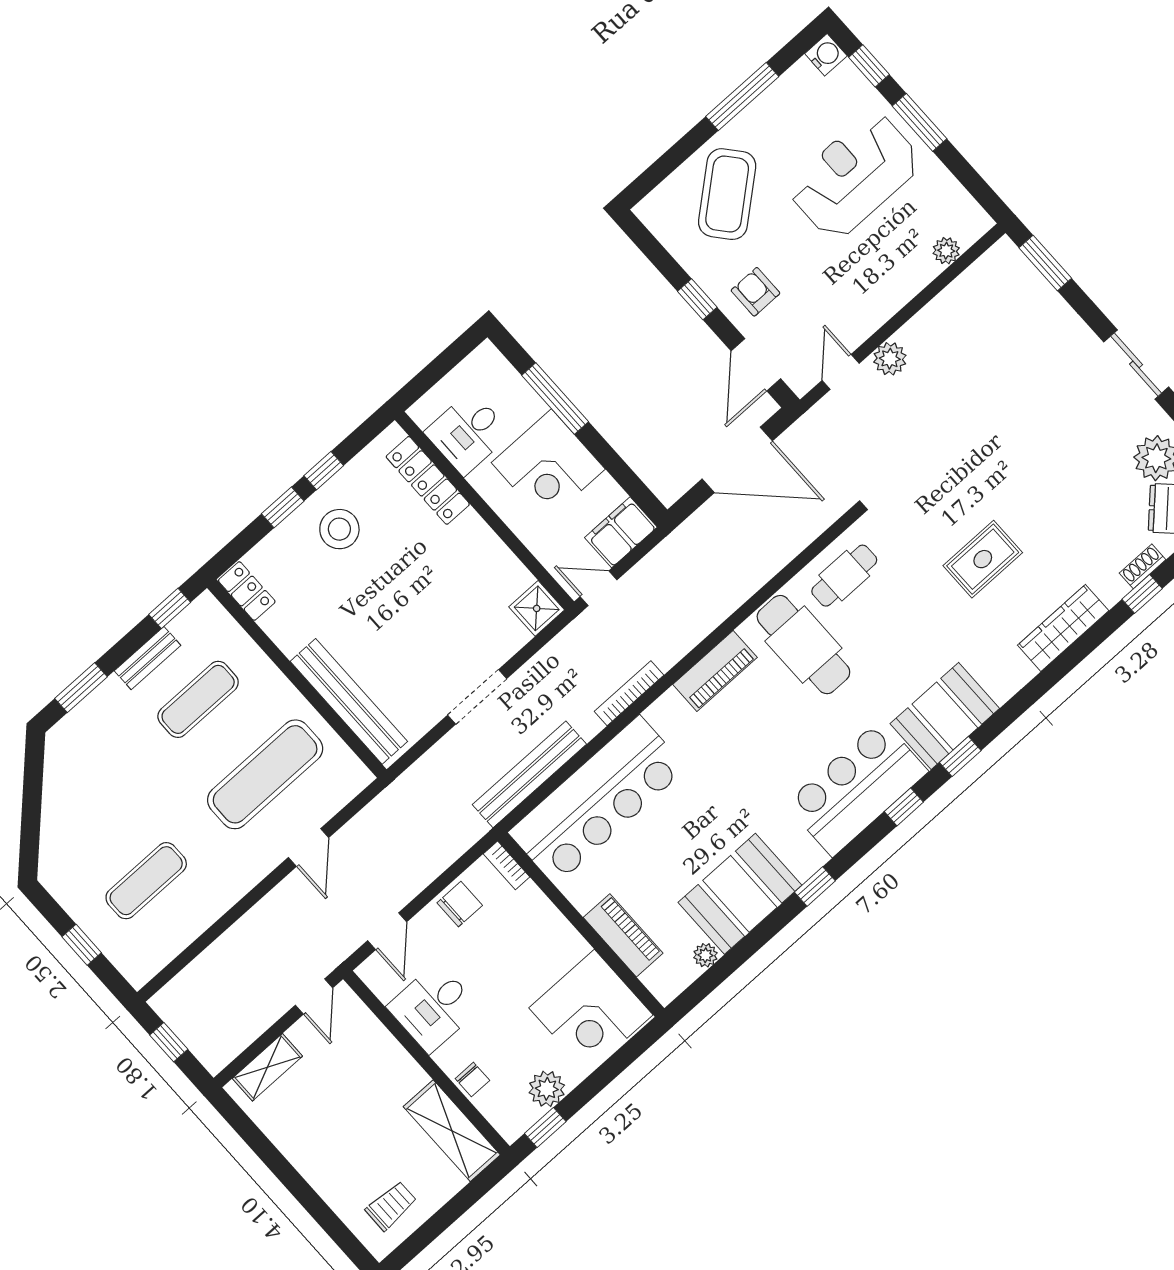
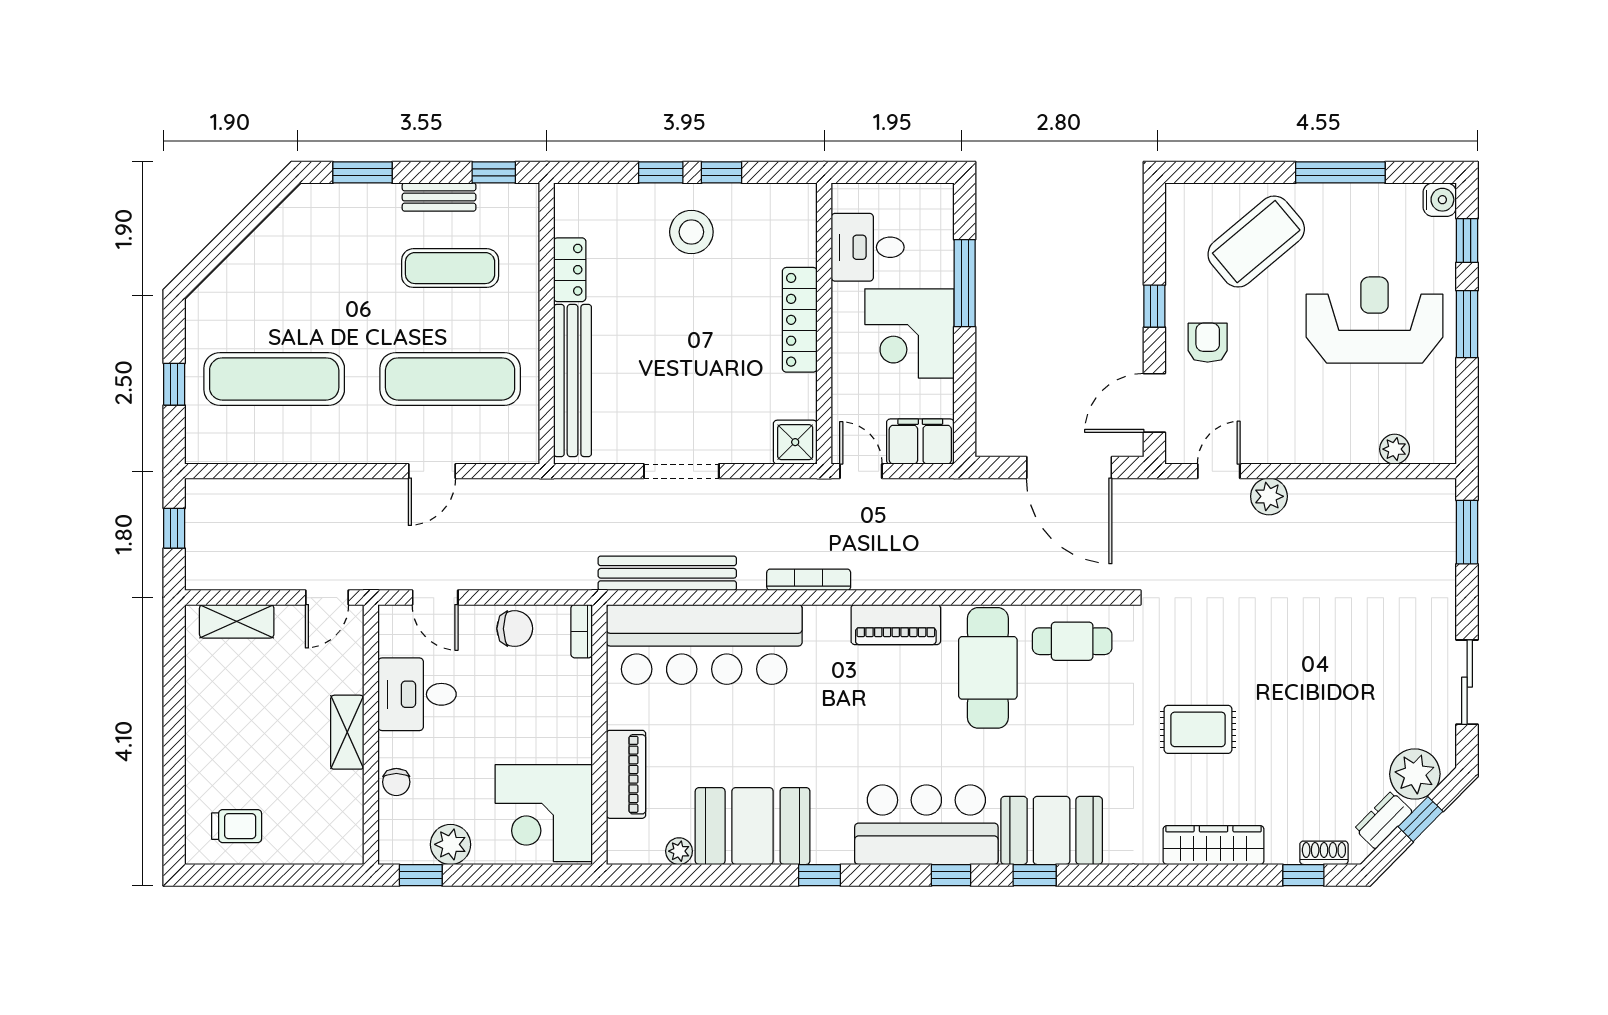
locker: (428, 480) -> (800, 320), moved
locker: (247, 591) -> (570, 270), moved
exercise mat: (146, 881) -> (274, 379), width x1.36, depth x1.45
door: (387, 931) -> (435, 598), hinge flipped
shelving: (452, 1131) -> (347, 732), moved, width x0.67, depth x0.75

